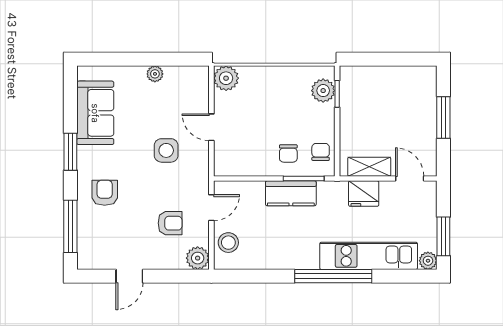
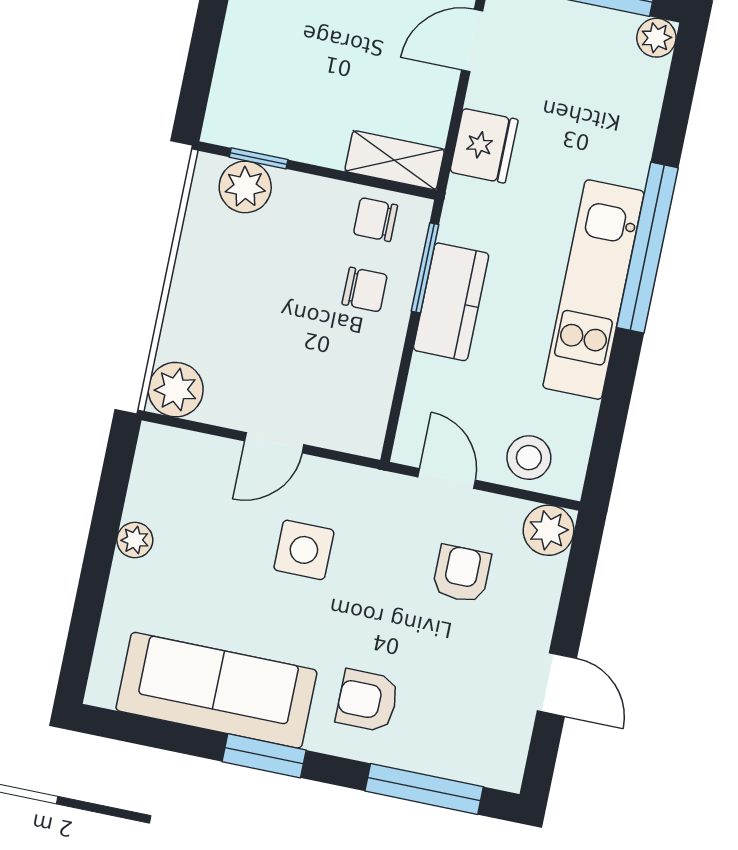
sofa: (95, 113) -> (216, 690), width x1.36
shelving: (369, 167) -> (395, 160), moved, turned 90
kitchen unit: (369, 256) -> (593, 290), moved

